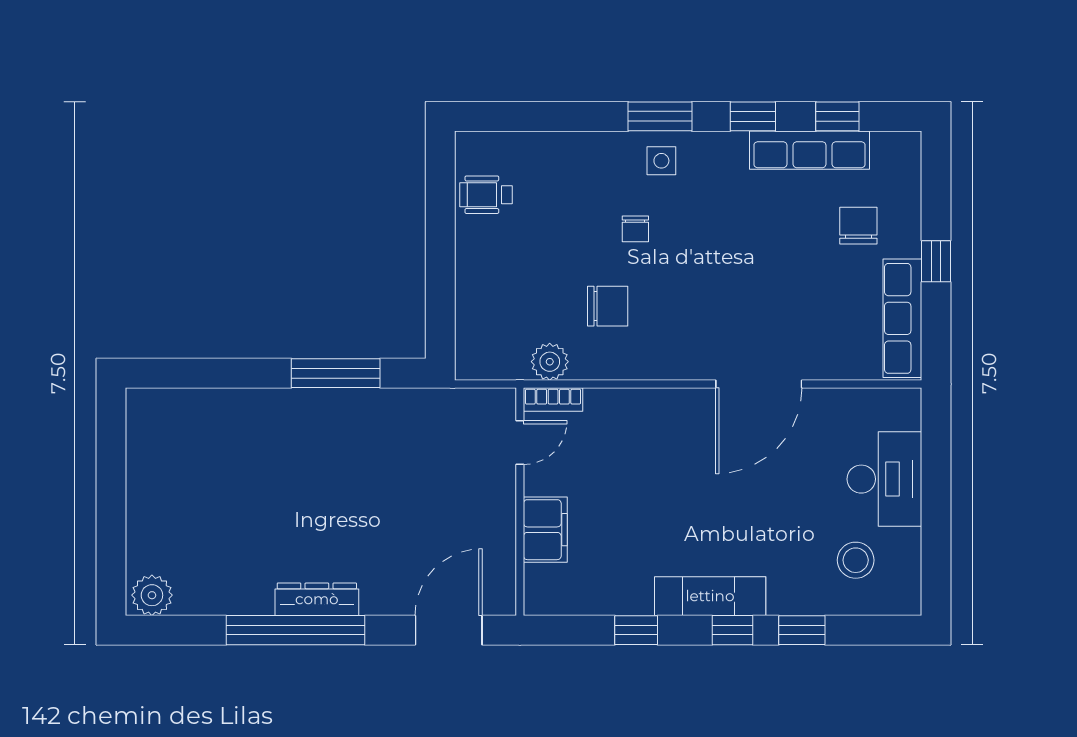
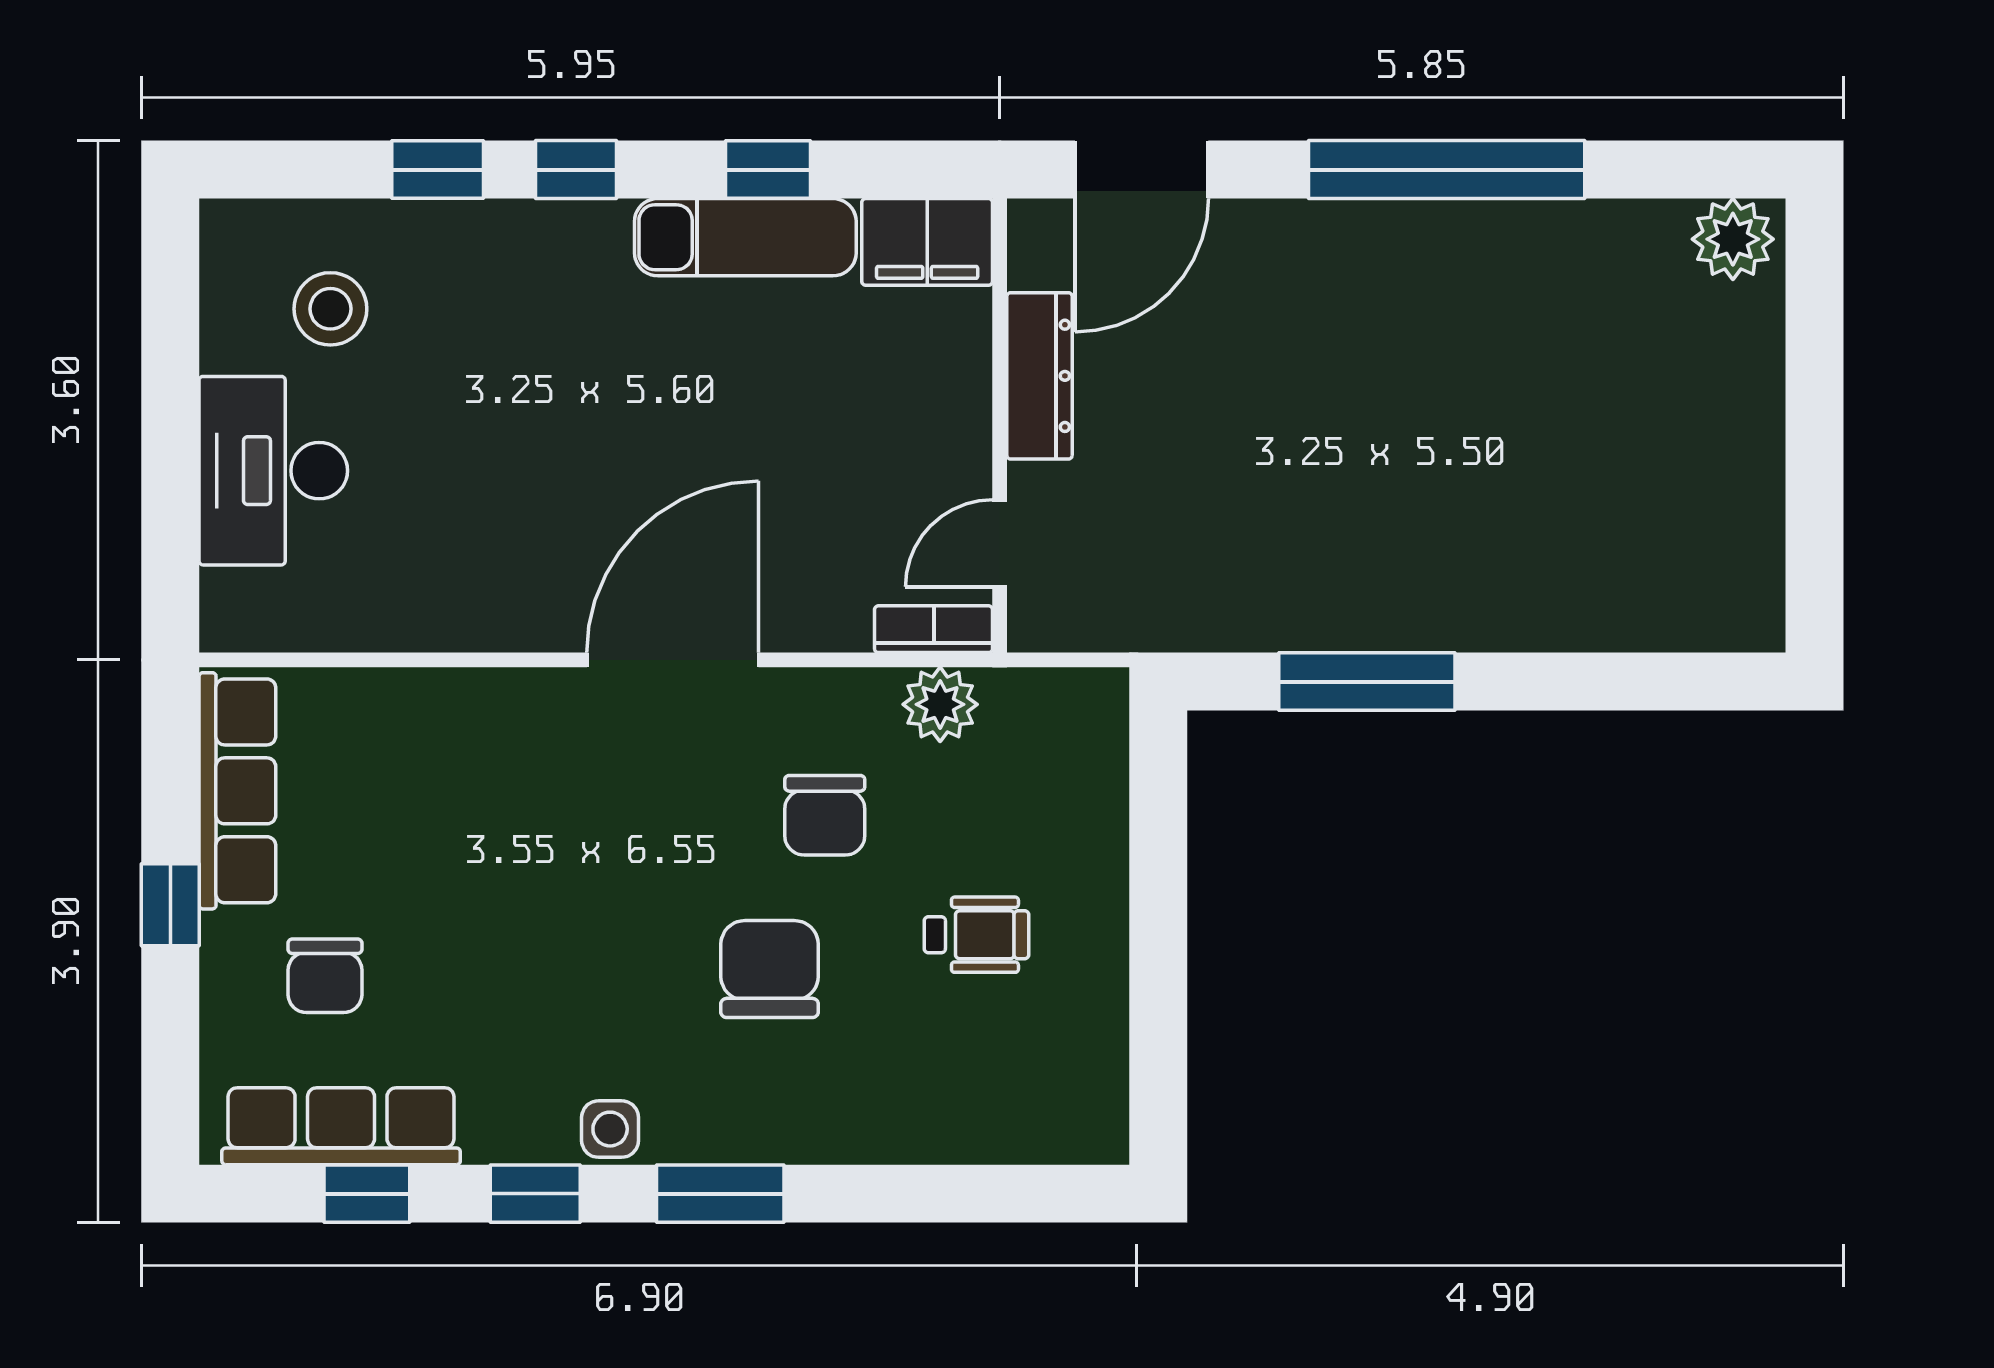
row of seats: (810, 150) -> (341, 1126), moved
side table: (661, 161) -> (610, 1129), moved
wheelchair: (486, 195) -> (977, 935), moved
chair: (635, 229) -> (770, 969), width x1.87, depth x1.87
chair: (608, 306) -> (825, 815), turned -90
door: (759, 384) -> (673, 660), moved
filing cabinet: (545, 530) -> (927, 242), moved, turned -90
exam couch: (710, 596) -> (745, 237), moved
dresser: (317, 599) -> (1039, 376), moved, turned -90

